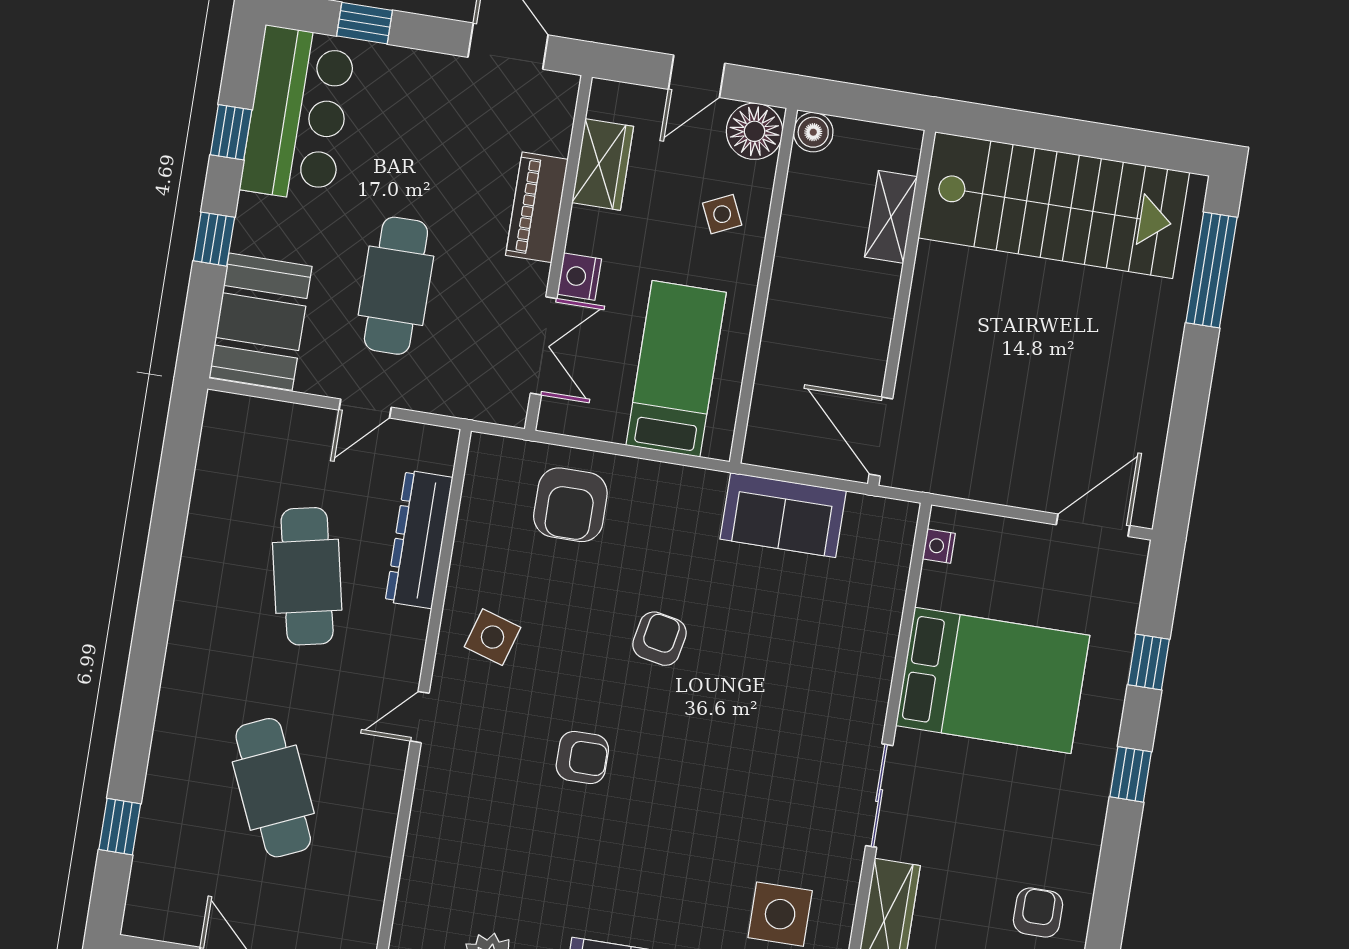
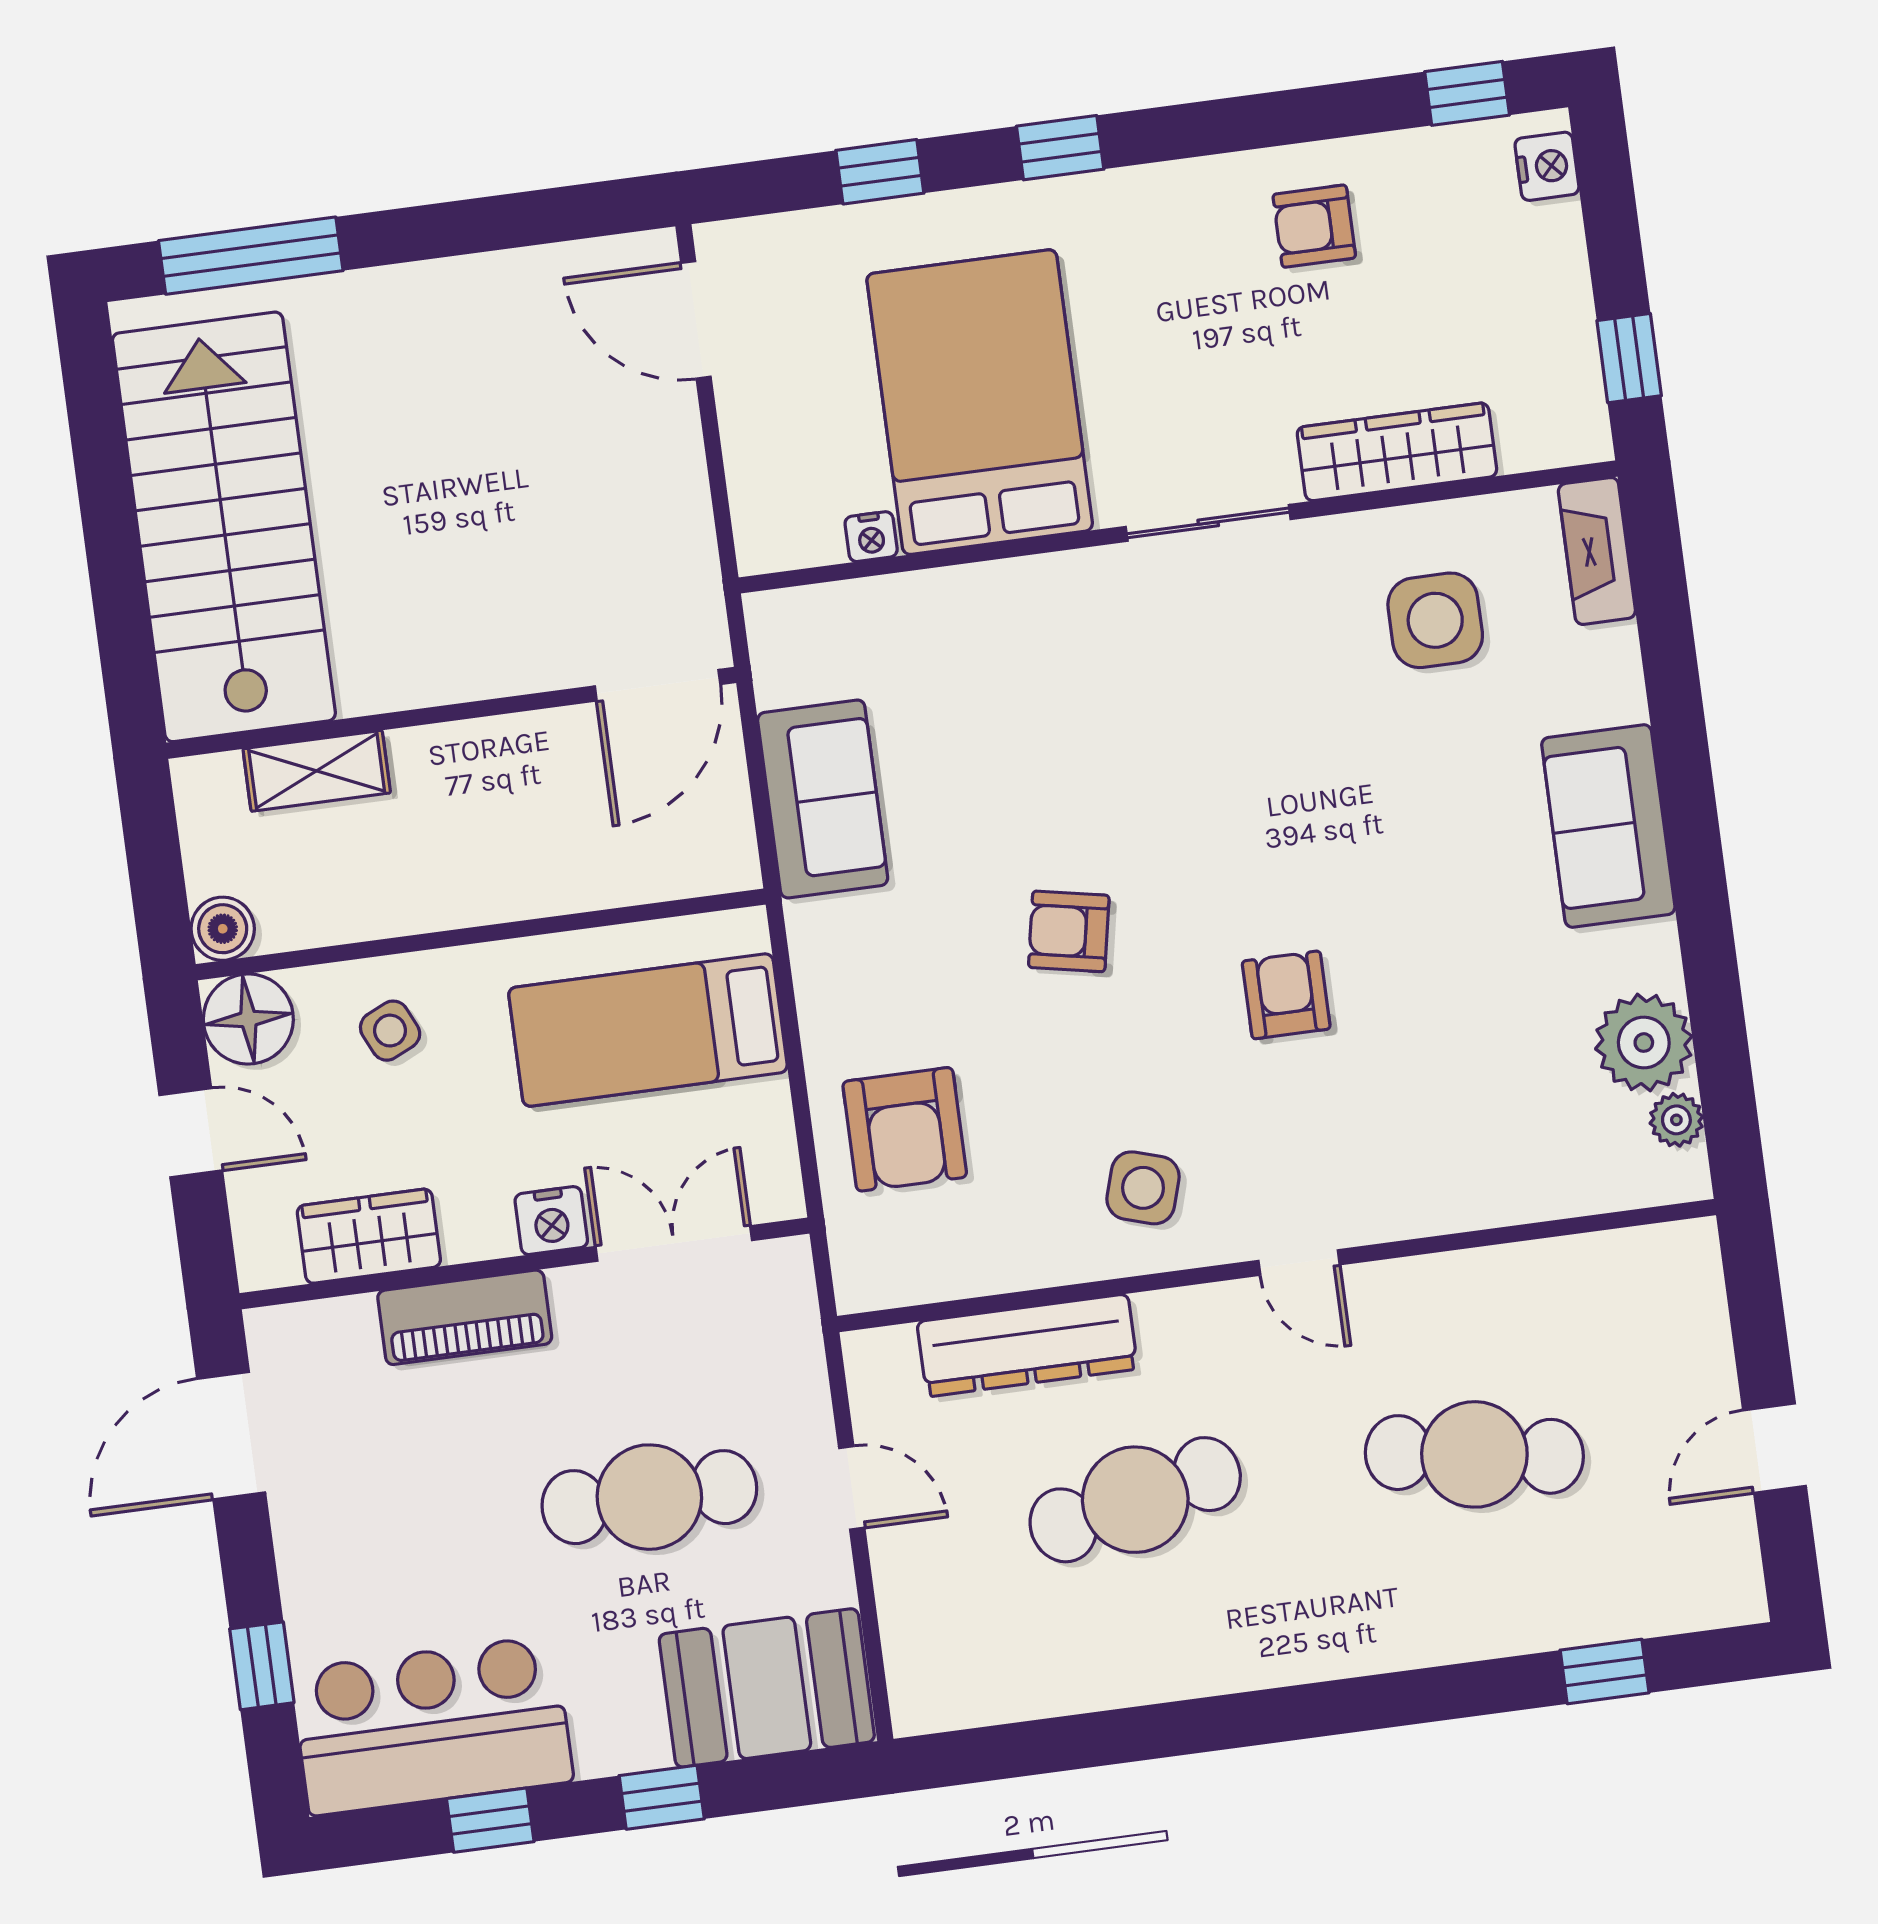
armchair: (570, 505) -> (905, 1129), turned 90
nightstand: (939, 546) -> (871, 537), moved
cafe table: (273, 788) -> (1474, 1454), turned 33

